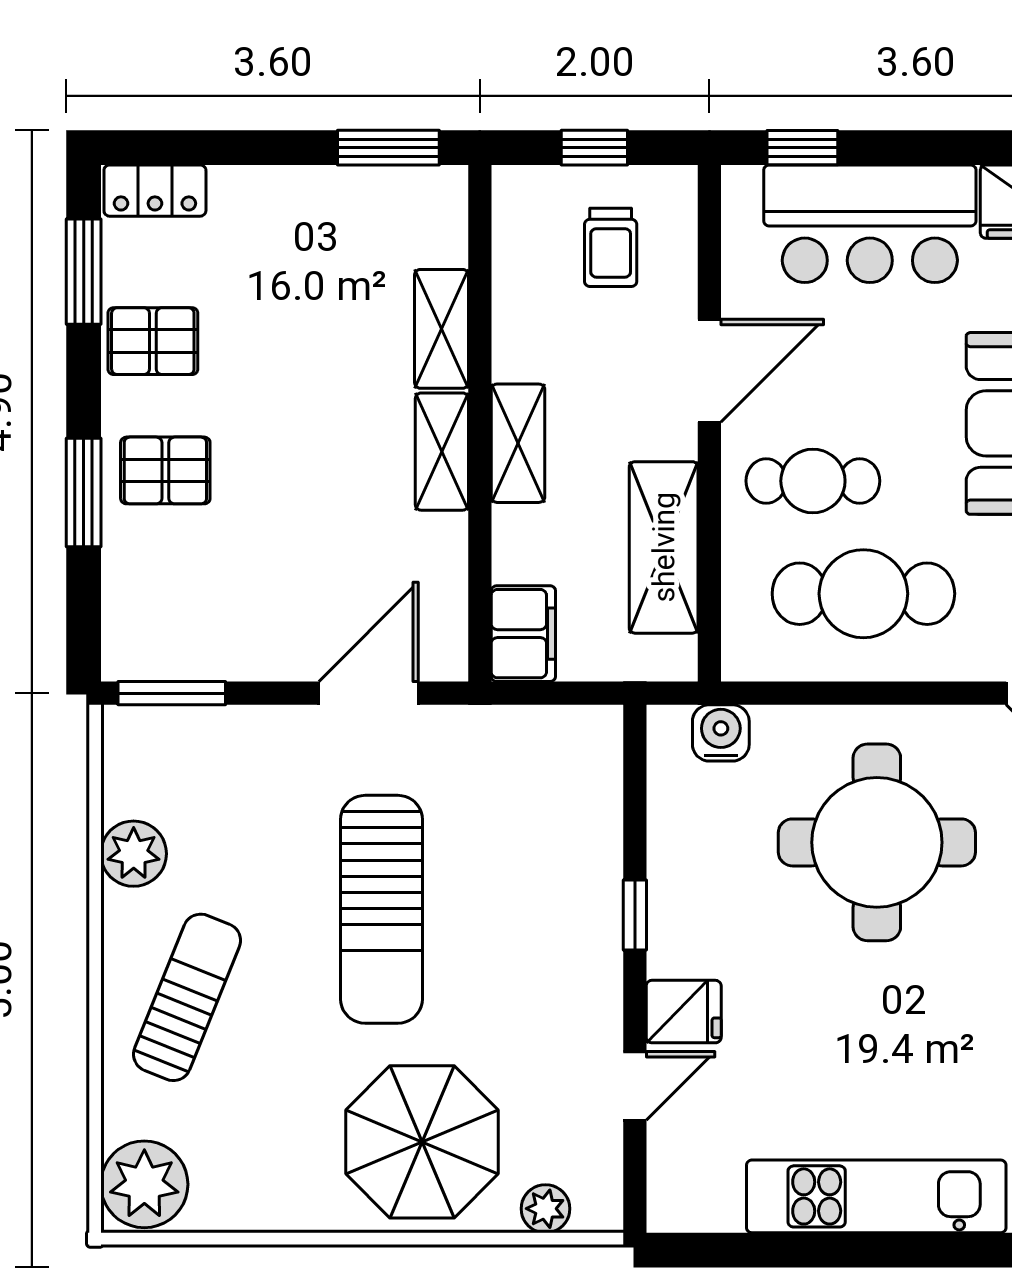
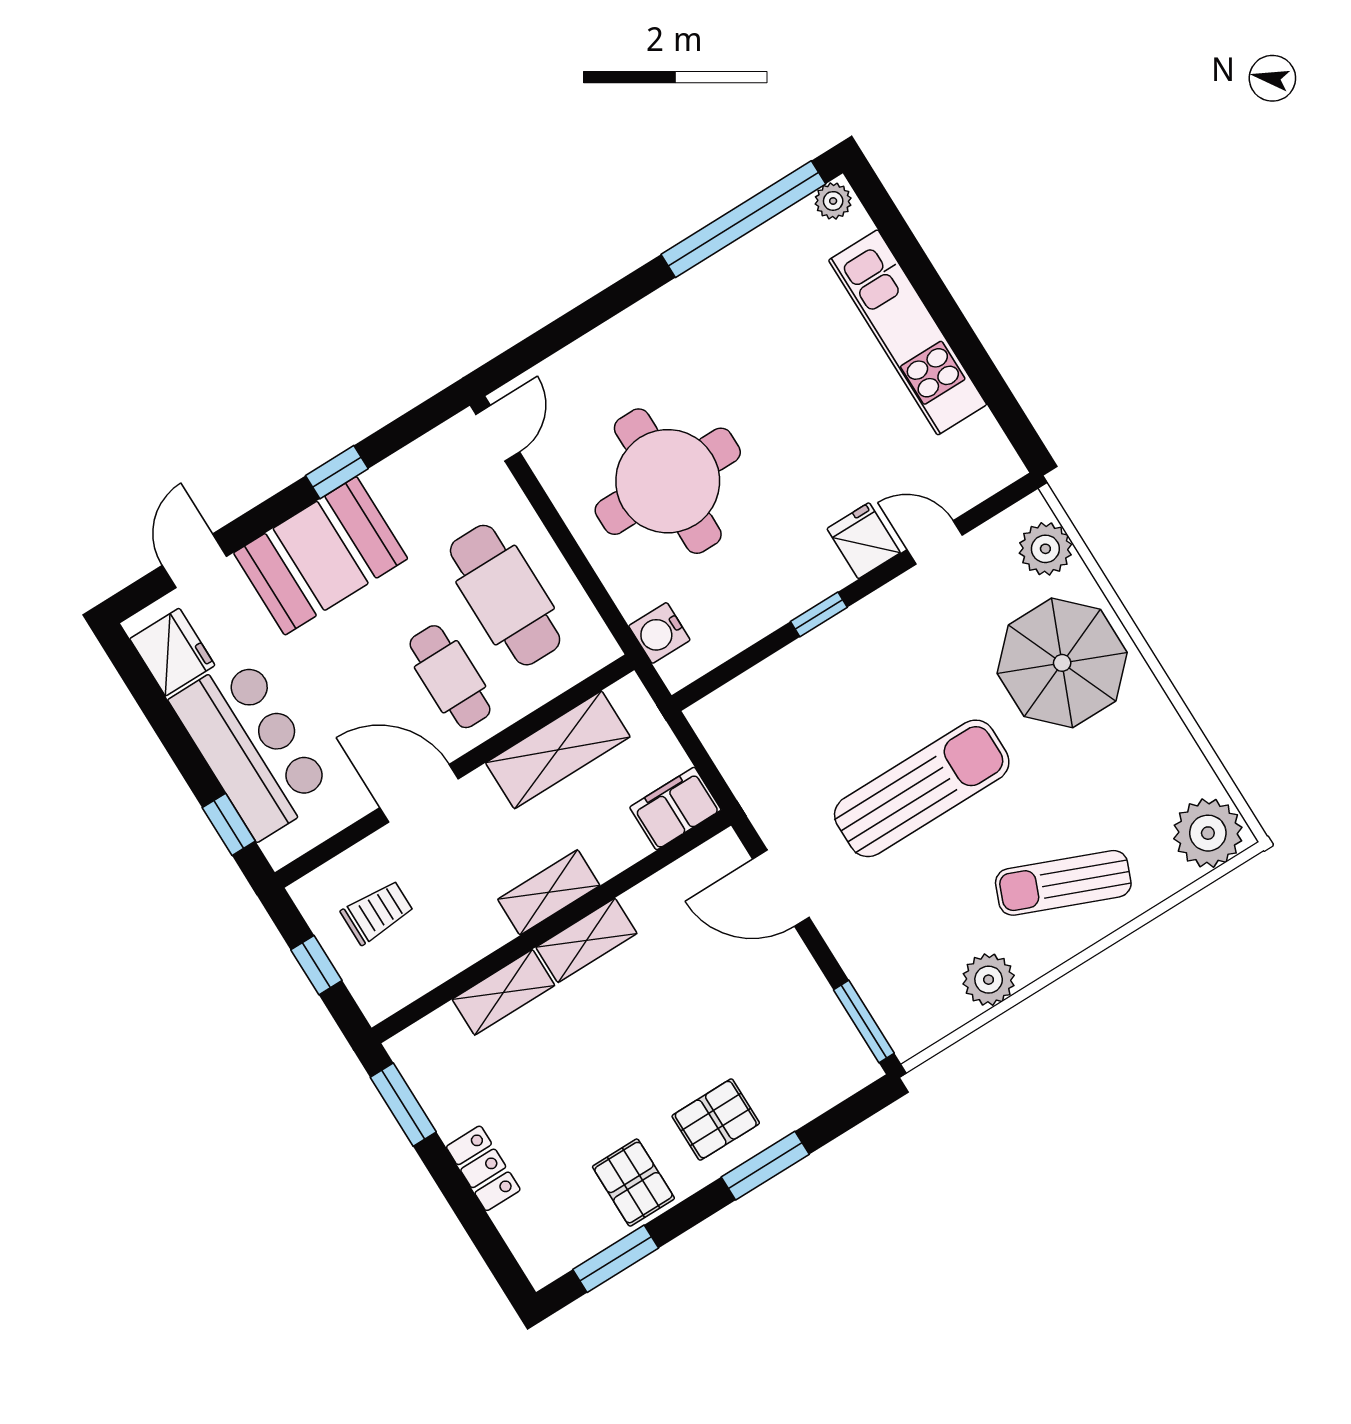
locker: (155, 191) -> (483, 1168), moved
pallet: (165, 470) -> (716, 1120), turned 90
plant: (545, 1209) -> (1045, 549), width x1.38, depth x1.38

